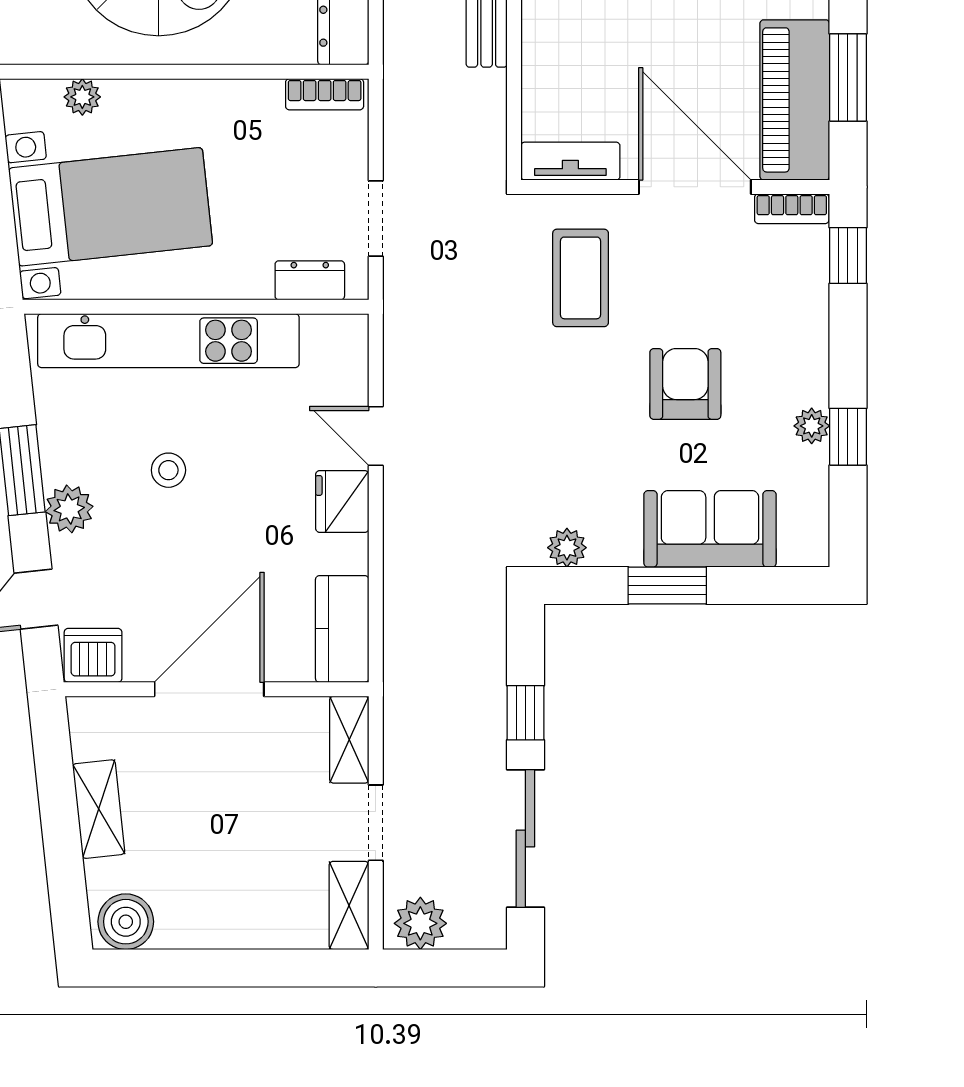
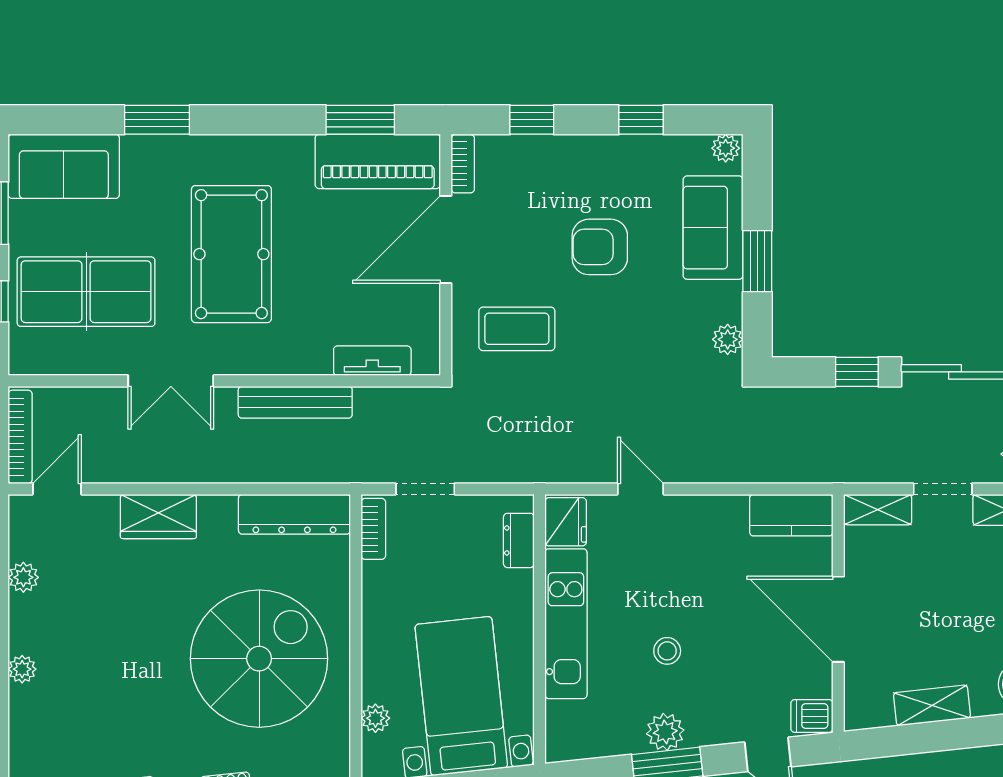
tv unit: (570, 161) -> (372, 361), moved, turned 90
doorway: (376, 219) -> (425, 489), moved
window: (848, 255) -> (532, 120), moved
kitchen unit: (168, 341) -> (566, 624), width x0.73
plant: (812, 426) -> (726, 148), moved
door: (376, 436) -> (641, 489), swing flipped
fridge: (342, 501) -> (566, 522), moved, turned -90
plant: (69, 509) -> (665, 732), moved
dishwasher: (93, 655) -> (812, 716), width x0.73

